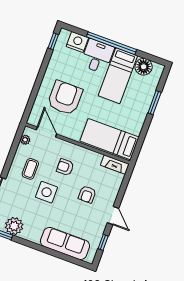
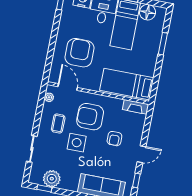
armchair: (65, 167) -> (90, 117), width x1.88, depth x1.88
door: (113, 216) -> (141, 154), hinge flipped

